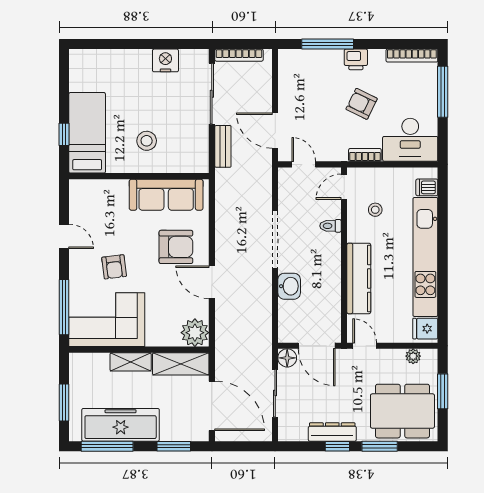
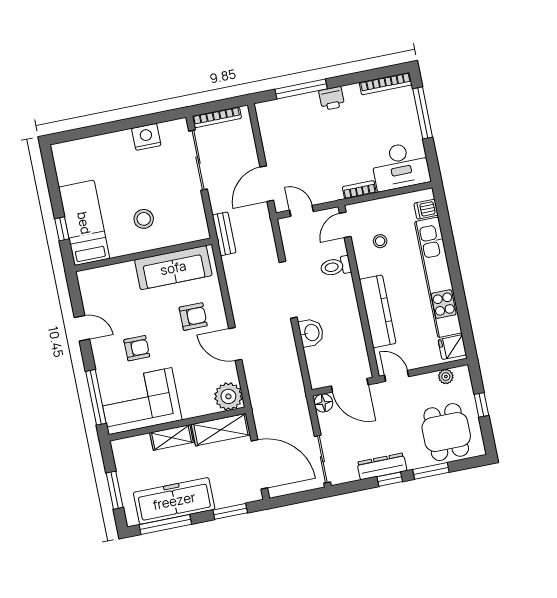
armchair: (362, 104) -> (346, 141), removed
door: (275, 131) -> (267, 184), hinge flipped
bench: (223, 146) -> (224, 234), moved
toilet: (330, 226) -> (336, 266), width x1.37, depth x1.39
armchair: (176, 247) -> (193, 317), width x0.72, depth x0.72
armchair: (114, 267) -> (137, 348), turned -83
window: (443, 391) -> (481, 405), width x0.67
sliding door: (275, 393) -> (322, 459), moved
dining table: (402, 411) -> (446, 432), width x0.73

